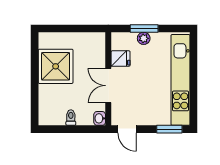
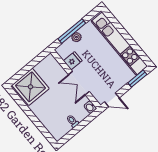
window: (144, 29) -> (72, 31), width x1.44
shower: (56, 66) -> (31, 87), moved

